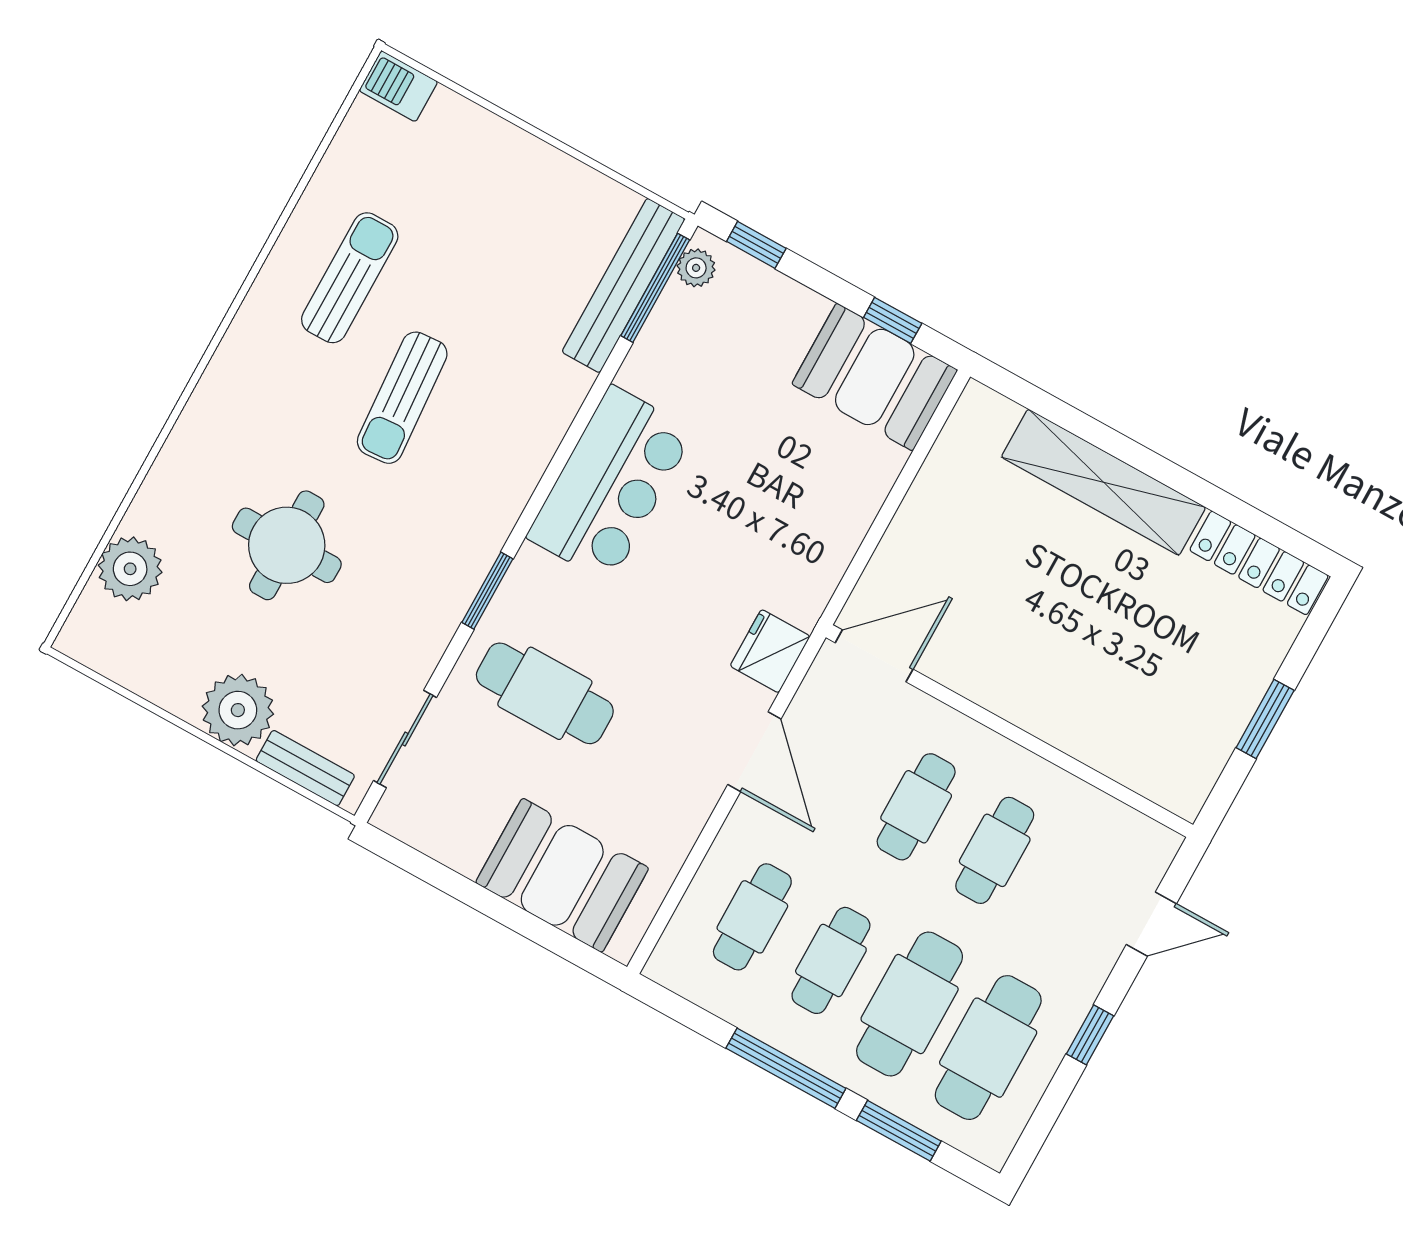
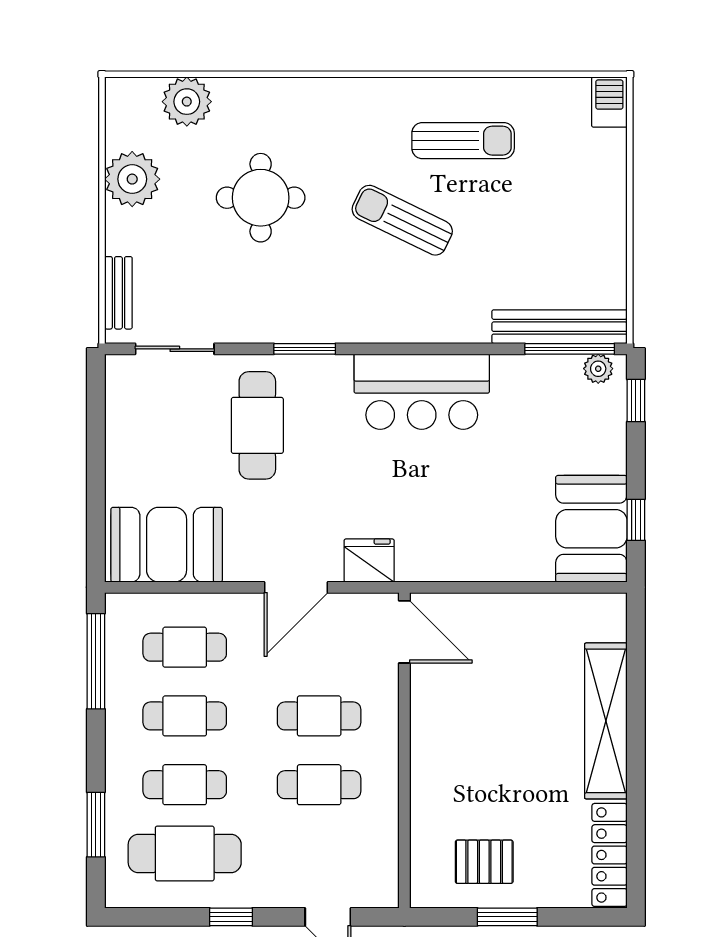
sun lounger: (402, 398) -> (402, 220), turned 30
plant: (238, 710) -> (132, 179), moved
pallet: (1187, 710) -> (484, 862), added
booth: (562, 875) -> (167, 545), moved, turned 90
cafe table: (910, 1004) -> (185, 785), width x0.73, depth x0.74
window: (786, 1068) -> (96, 661), moved

